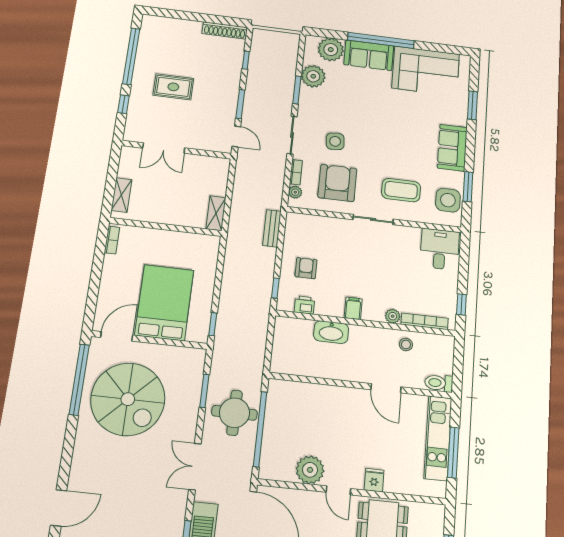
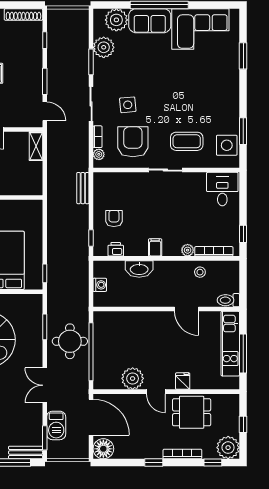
sofa: (452, 148) -> (228, 98), removed
shelving: (216, 213) -> (36, 146), moved
washing machine: (280, 346) -> (100, 285), added

